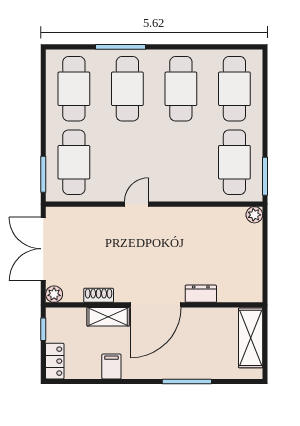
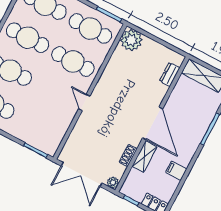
cafe table: (74, 162) -> (73, 62), moved
plant: (254, 215) -> (131, 40), width x1.87, depth x1.87
dresser: (201, 294) -> (170, 74), moved

